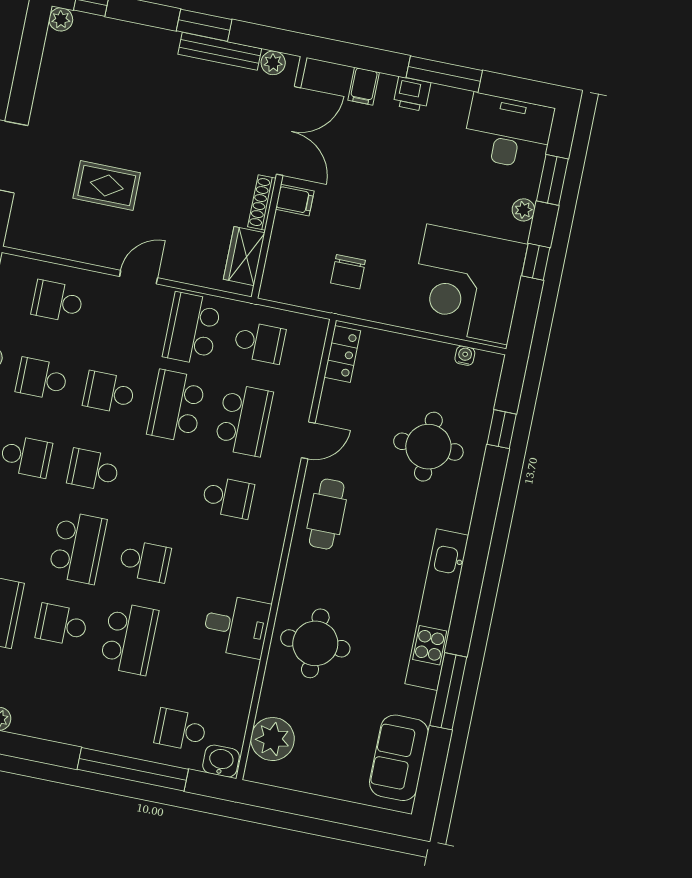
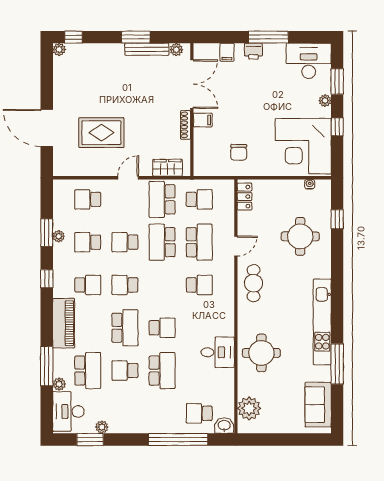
rug: (107, 186) -> (101, 133), width x1.36, depth x1.43
wardrobe: (244, 256) -> (168, 168), moved, turned 90

